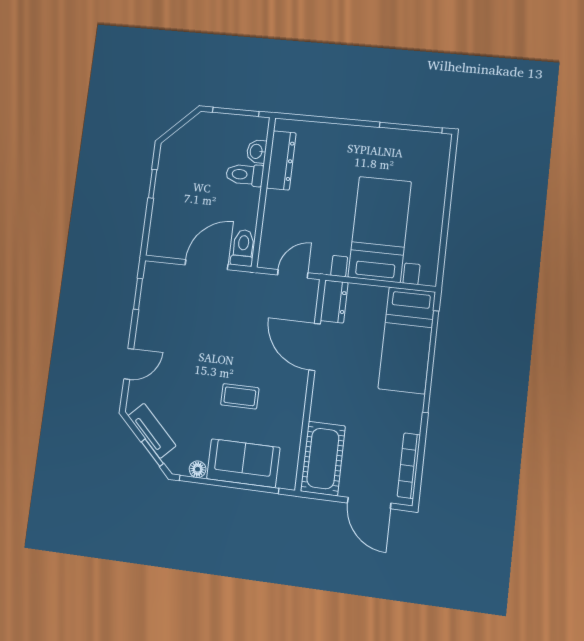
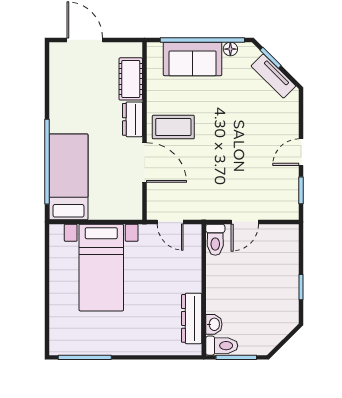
toilet: (245, 175) -> (222, 346), moved
door: (207, 265) -> (245, 222), width x0.73
door: (293, 274) -> (170, 222), hinge flipped
dresser: (334, 302) -> (132, 119), moved
door: (129, 364) -> (301, 152), moved
coffee table: (240, 396) -> (173, 127), moved, width x1.36, depth x1.30
cot: (323, 459) -> (131, 79), width x0.73, depth x0.75
bookcase: (409, 466) -> (56, 74), removed

